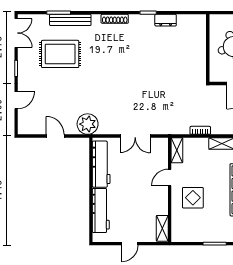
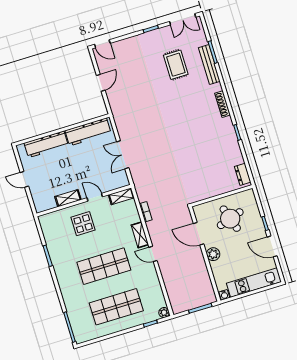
dresser: (166, 20) -> (243, 174), moved
rug: (60, 54) -> (176, 65), width x0.73, depth x0.70
door: (16, 100) -> (102, 44), moved
plant: (88, 124) -> (120, 109), removed
shelving: (162, 228) -> (68, 198), moved

